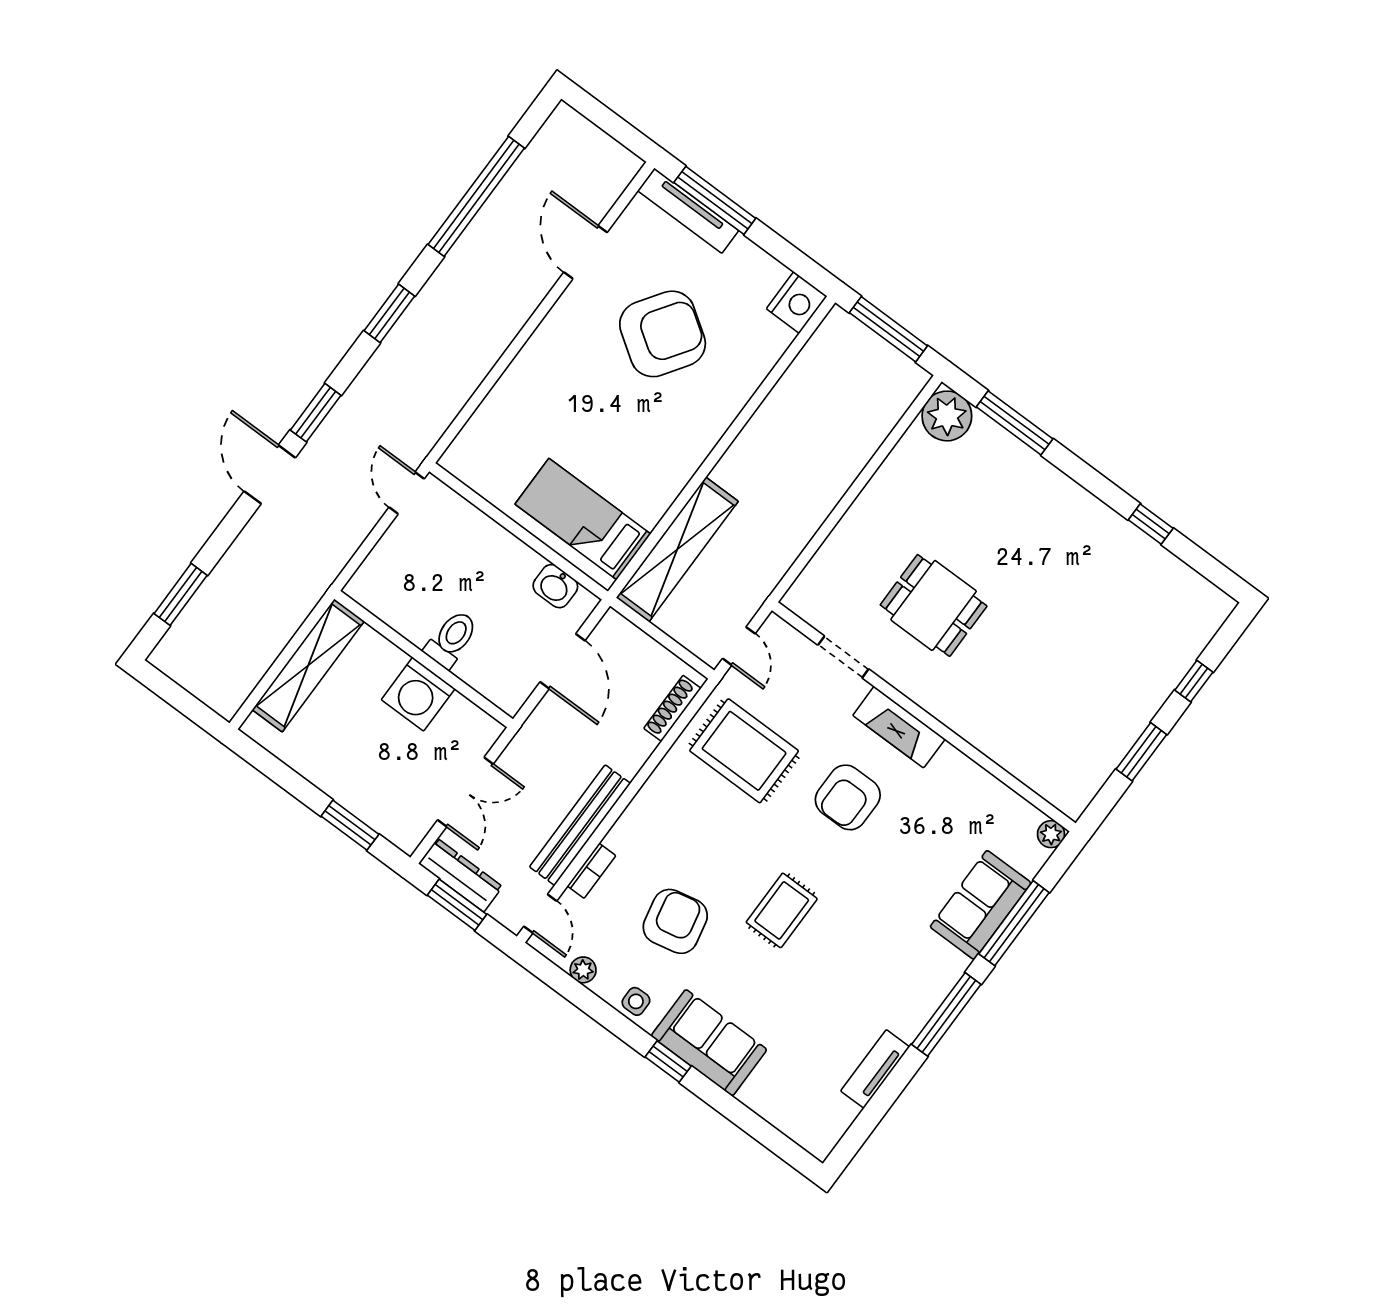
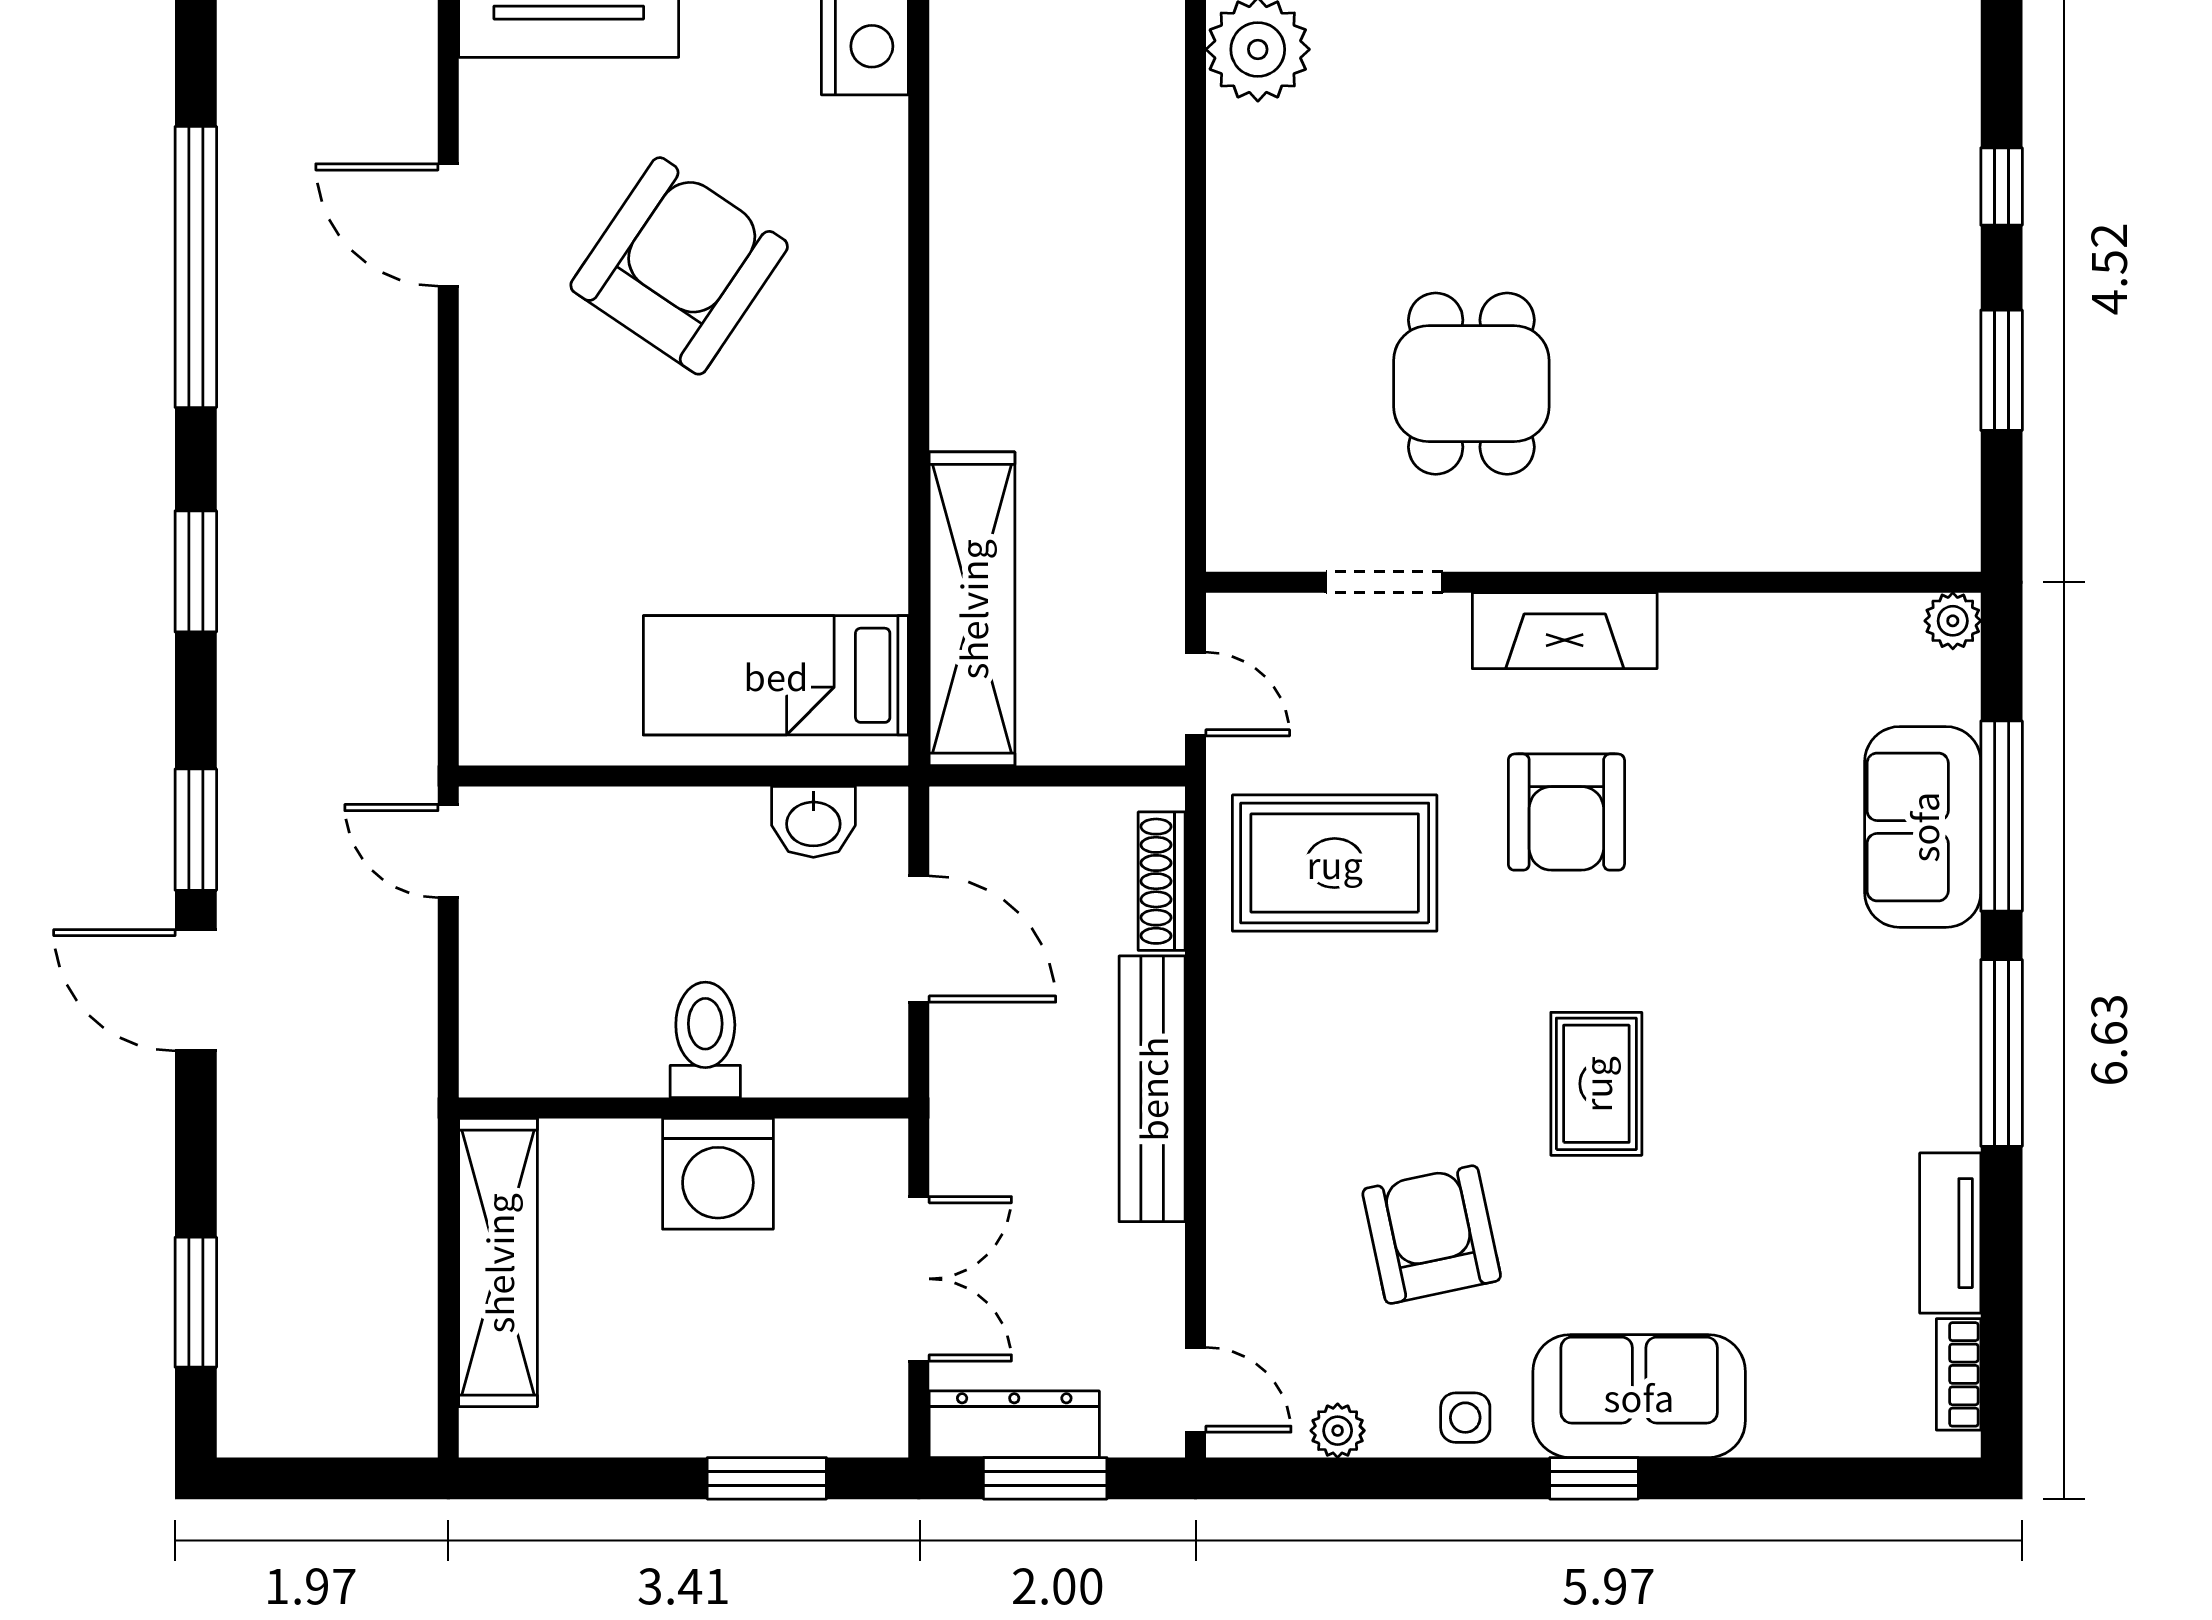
dining table: (934, 605) -> (1471, 384), turned 90
bench: (580, 825) -> (1152, 1089), moved
bookcase: (592, 871) -> (1959, 1374), moved, turned 180

